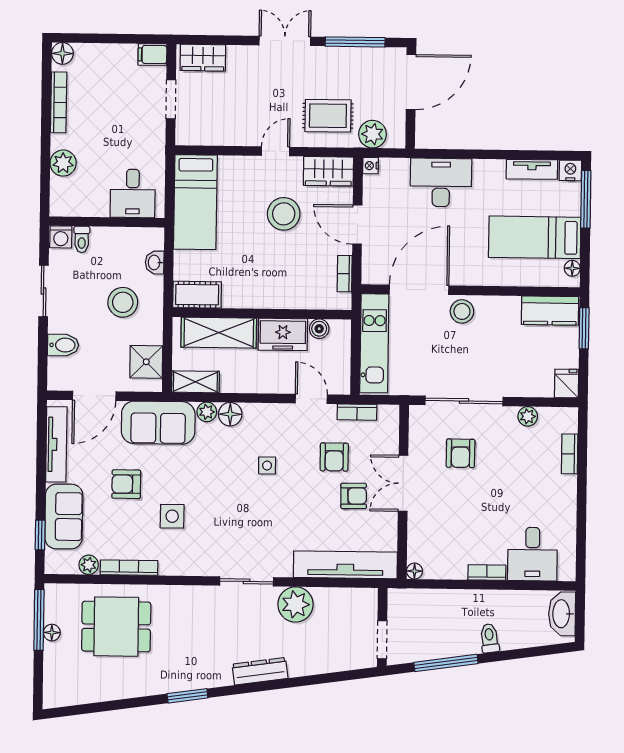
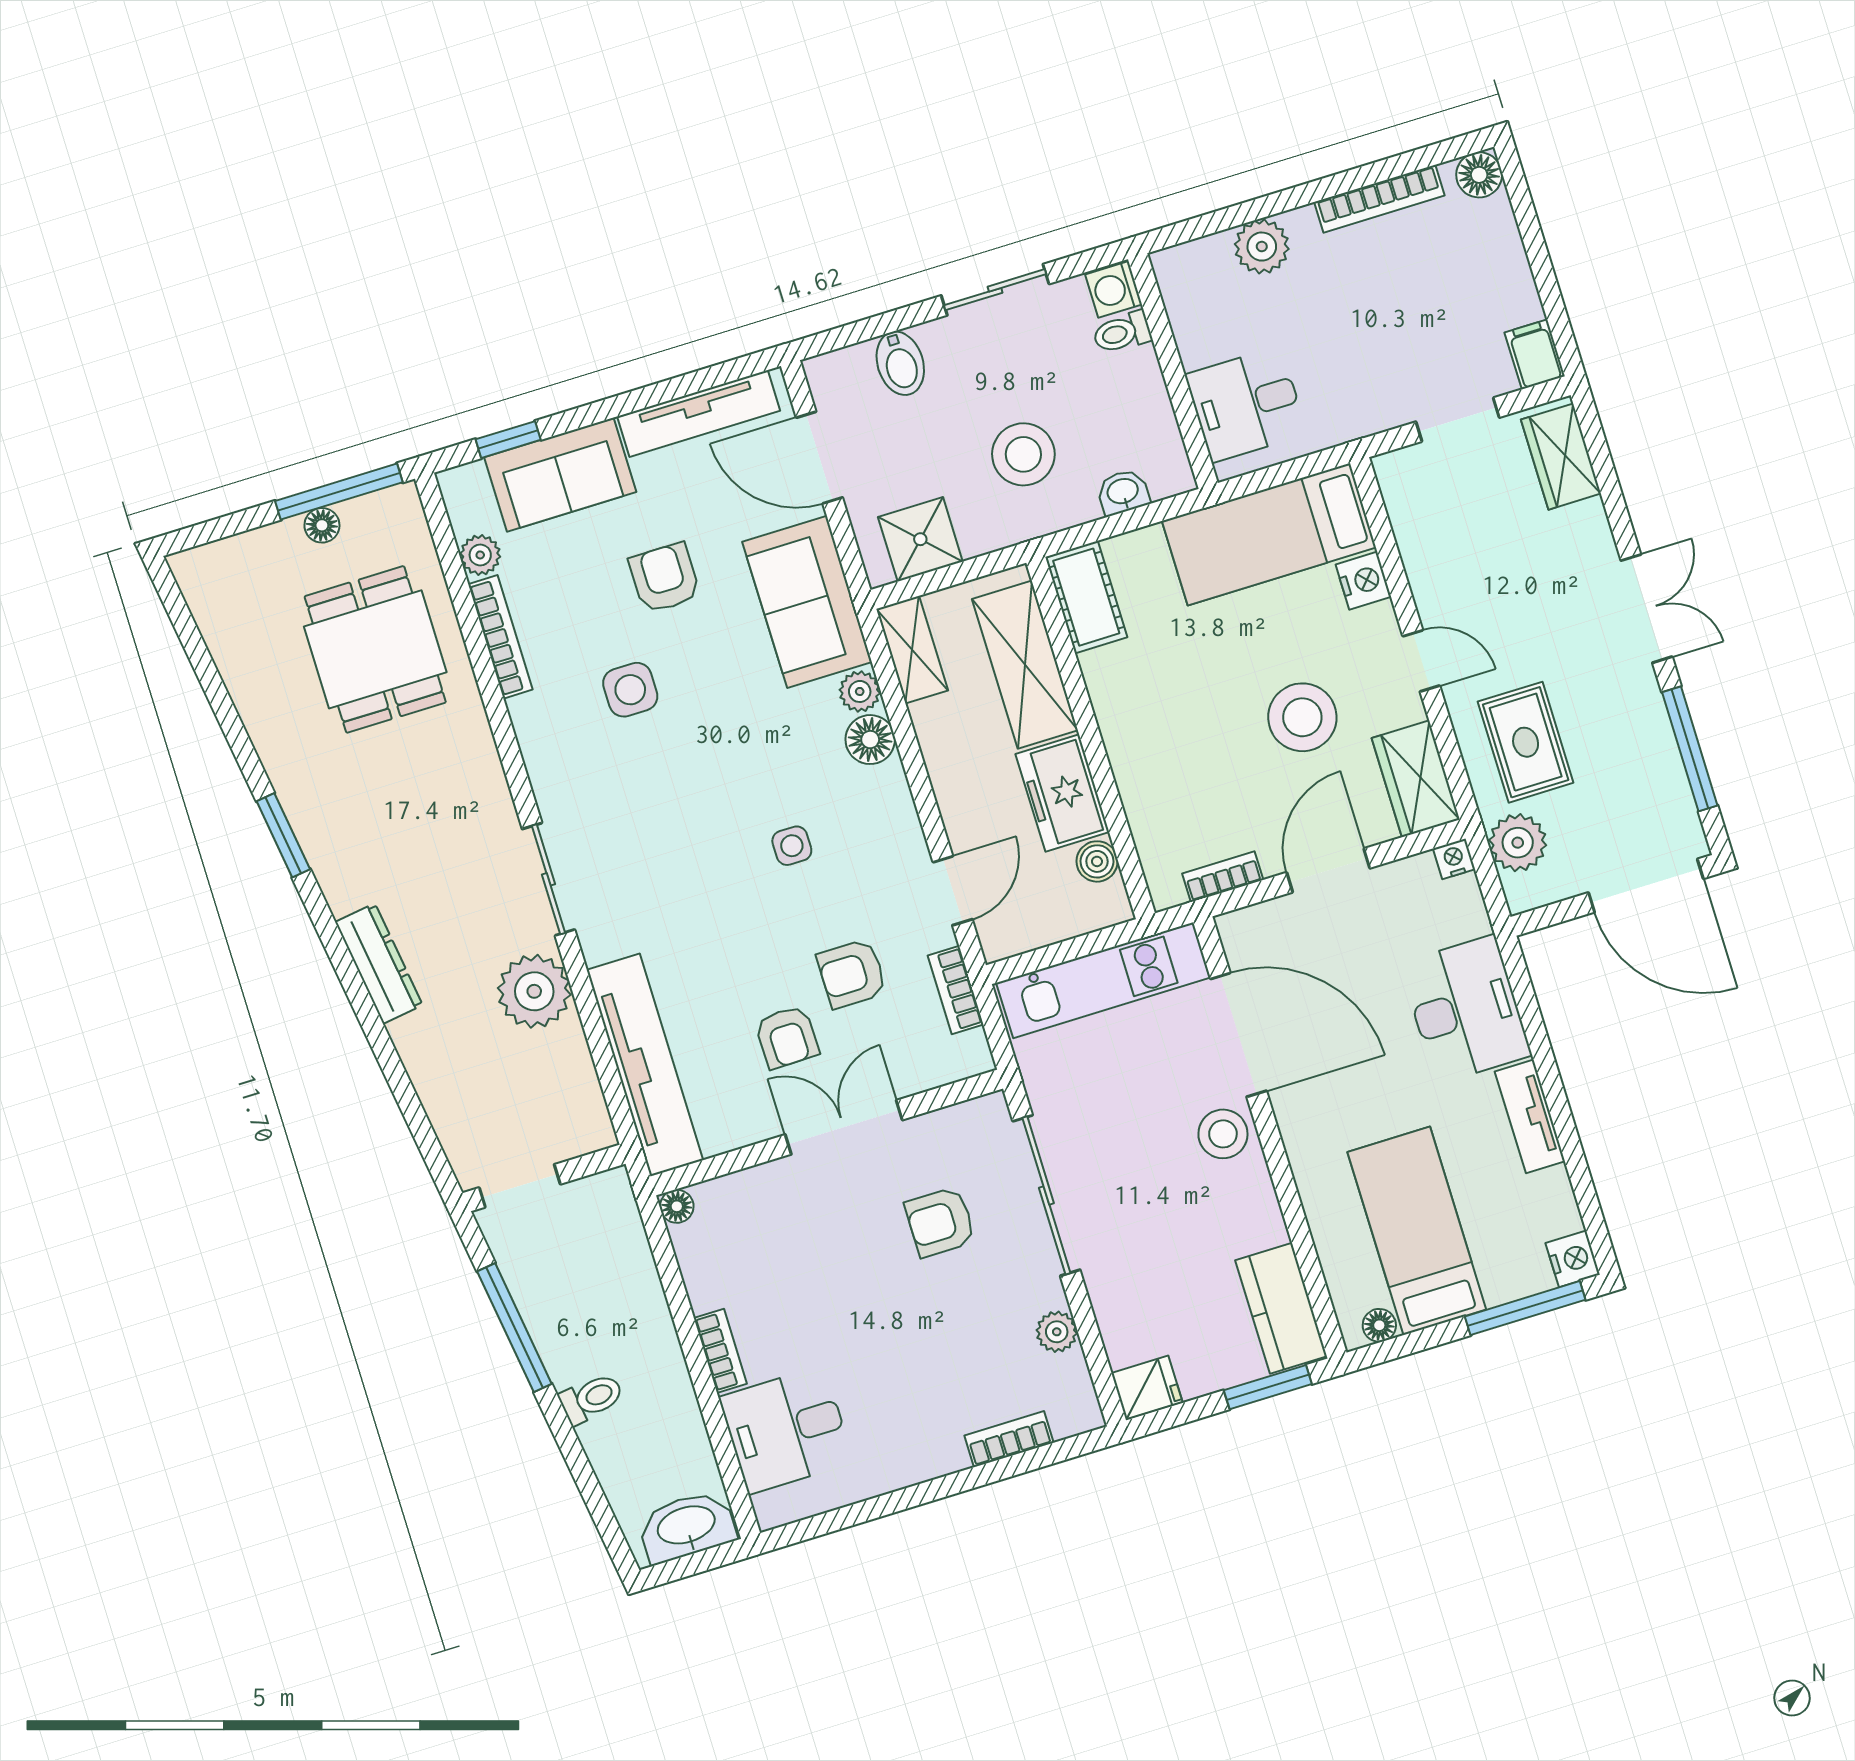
nightstand: (230, 166) -> (1363, 581), added
tv unit: (532, 169) -> (1530, 1116), moved

